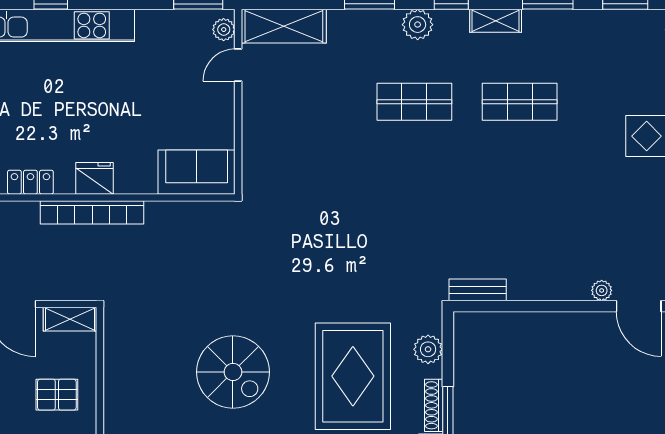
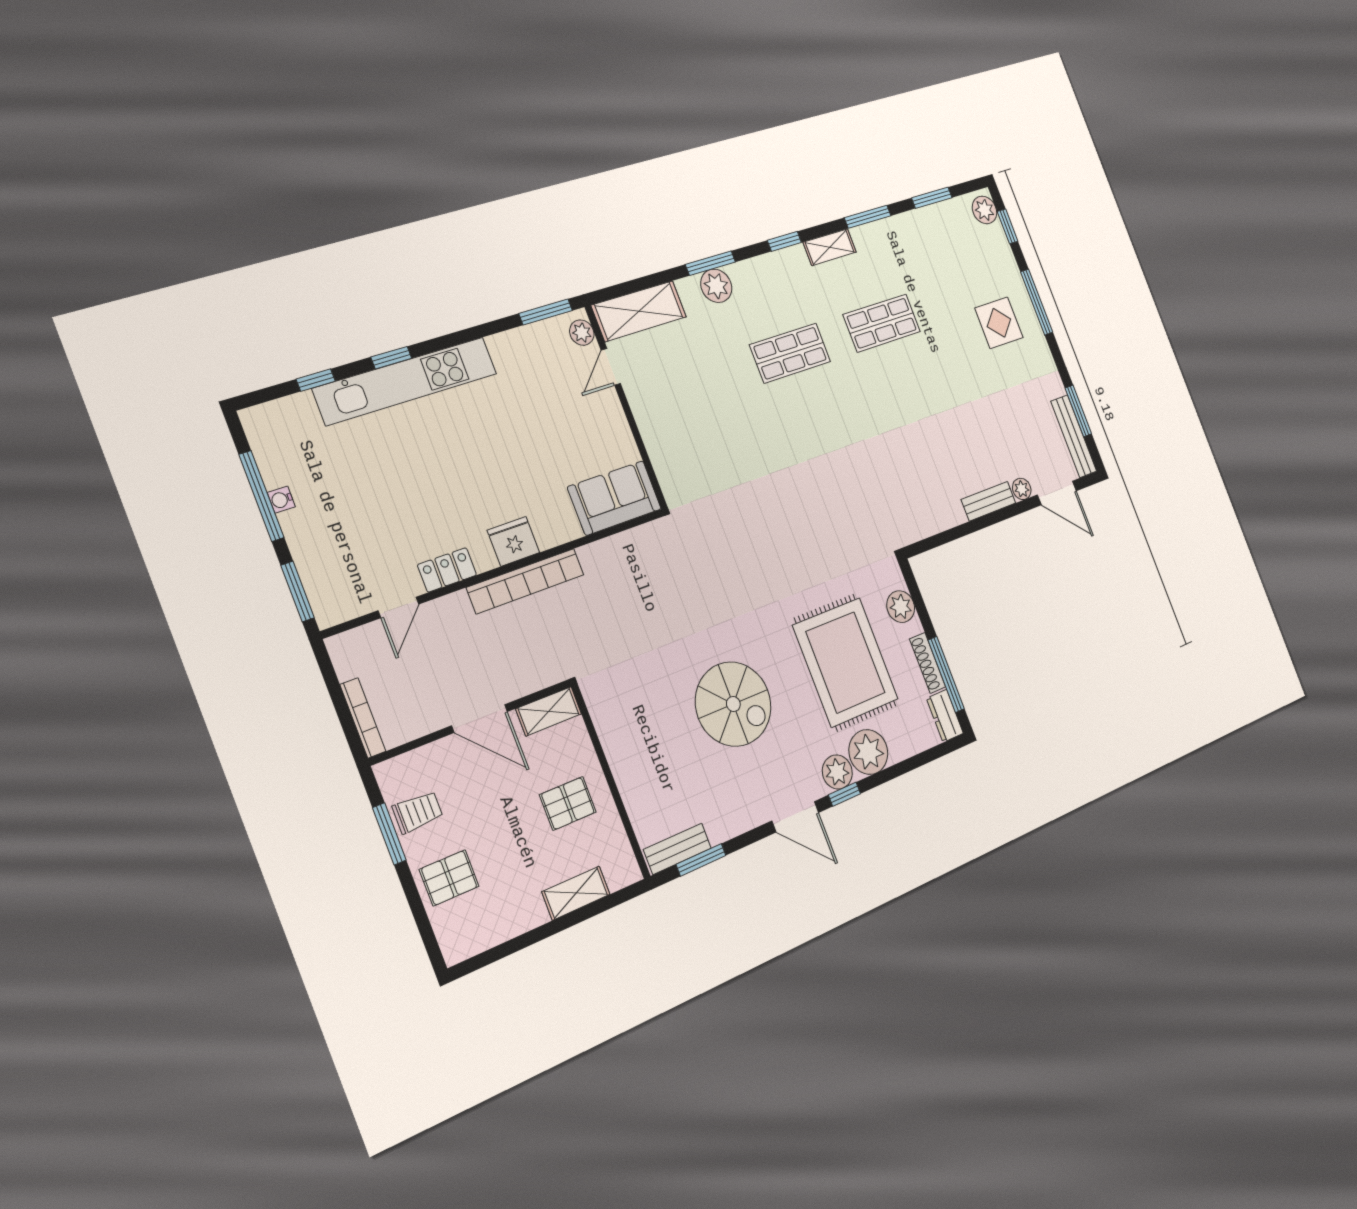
plant: (418, 25) -> (716, 286), moved
bench: (478, 290) -> (988, 501), moved

